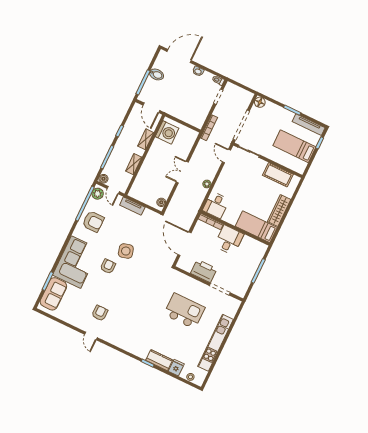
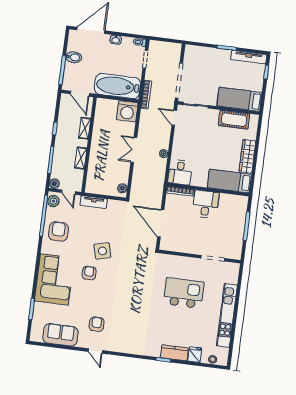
floor lamp: (260, 102) -> (190, 51), removed
bathtub: (186, 112) -> (117, 86), added
washing machine: (167, 132) -> (127, 111), moved, turned 90
bed: (294, 146) -> (239, 99), moved
armchair: (93, 222) -> (58, 232), turned -90
printer: (204, 271) -> (190, 245), removed
sofa: (53, 294) -> (60, 335), moved, turned -90

